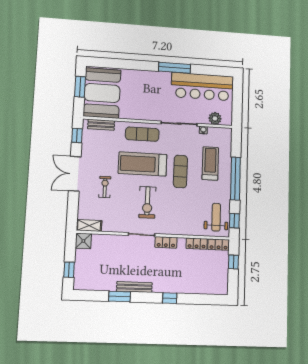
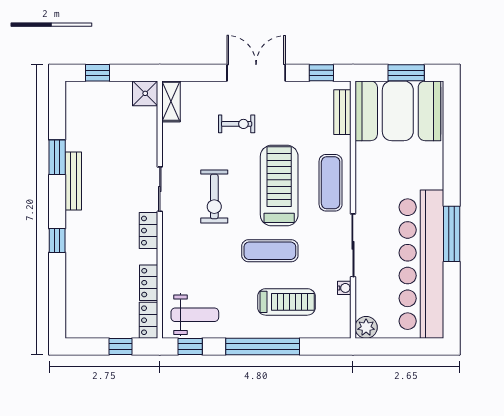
bar counter: (202, 87) -> (421, 264), width x1.36
plant: (215, 118) -> (366, 327), moved
exercise bike: (147, 202) -> (214, 196), turned -90

